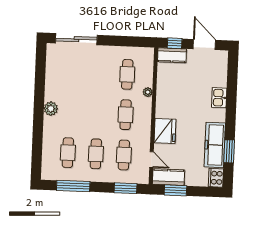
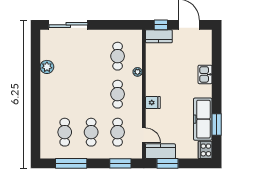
plant: (51, 109) -> (47, 67), moved
fridge: (165, 131) -> (153, 103), width x0.53, depth x0.75

